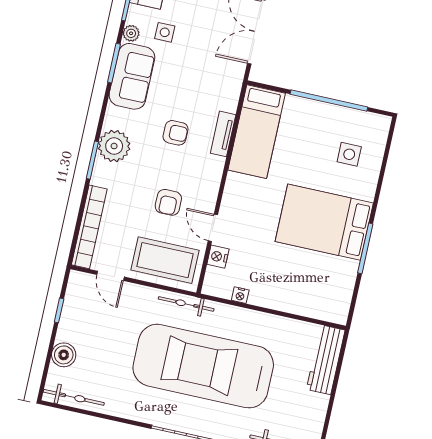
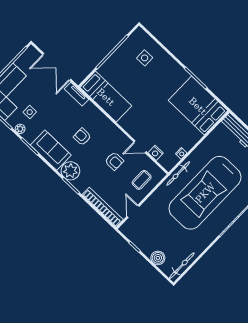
sofa: (132, 76) -> (51, 150), moved
armchair: (176, 133) -> (82, 137), turned -90
tv unit: (223, 134) -> (77, 94), moved
bed: (324, 222) -> (198, 106), moved, turned 90
coffee table: (165, 260) -> (142, 180), width x0.54, depth x0.58
door: (110, 276) -> (133, 211), swing flipped
bicycle: (186, 304) -> (178, 173), moved

